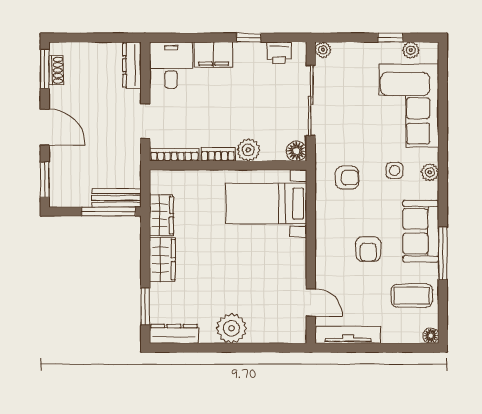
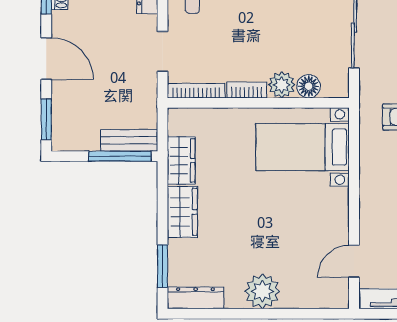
floor lamp: (296, 151) -> (309, 86), moved
door: (311, 302) -> (354, 261), swing flipped

